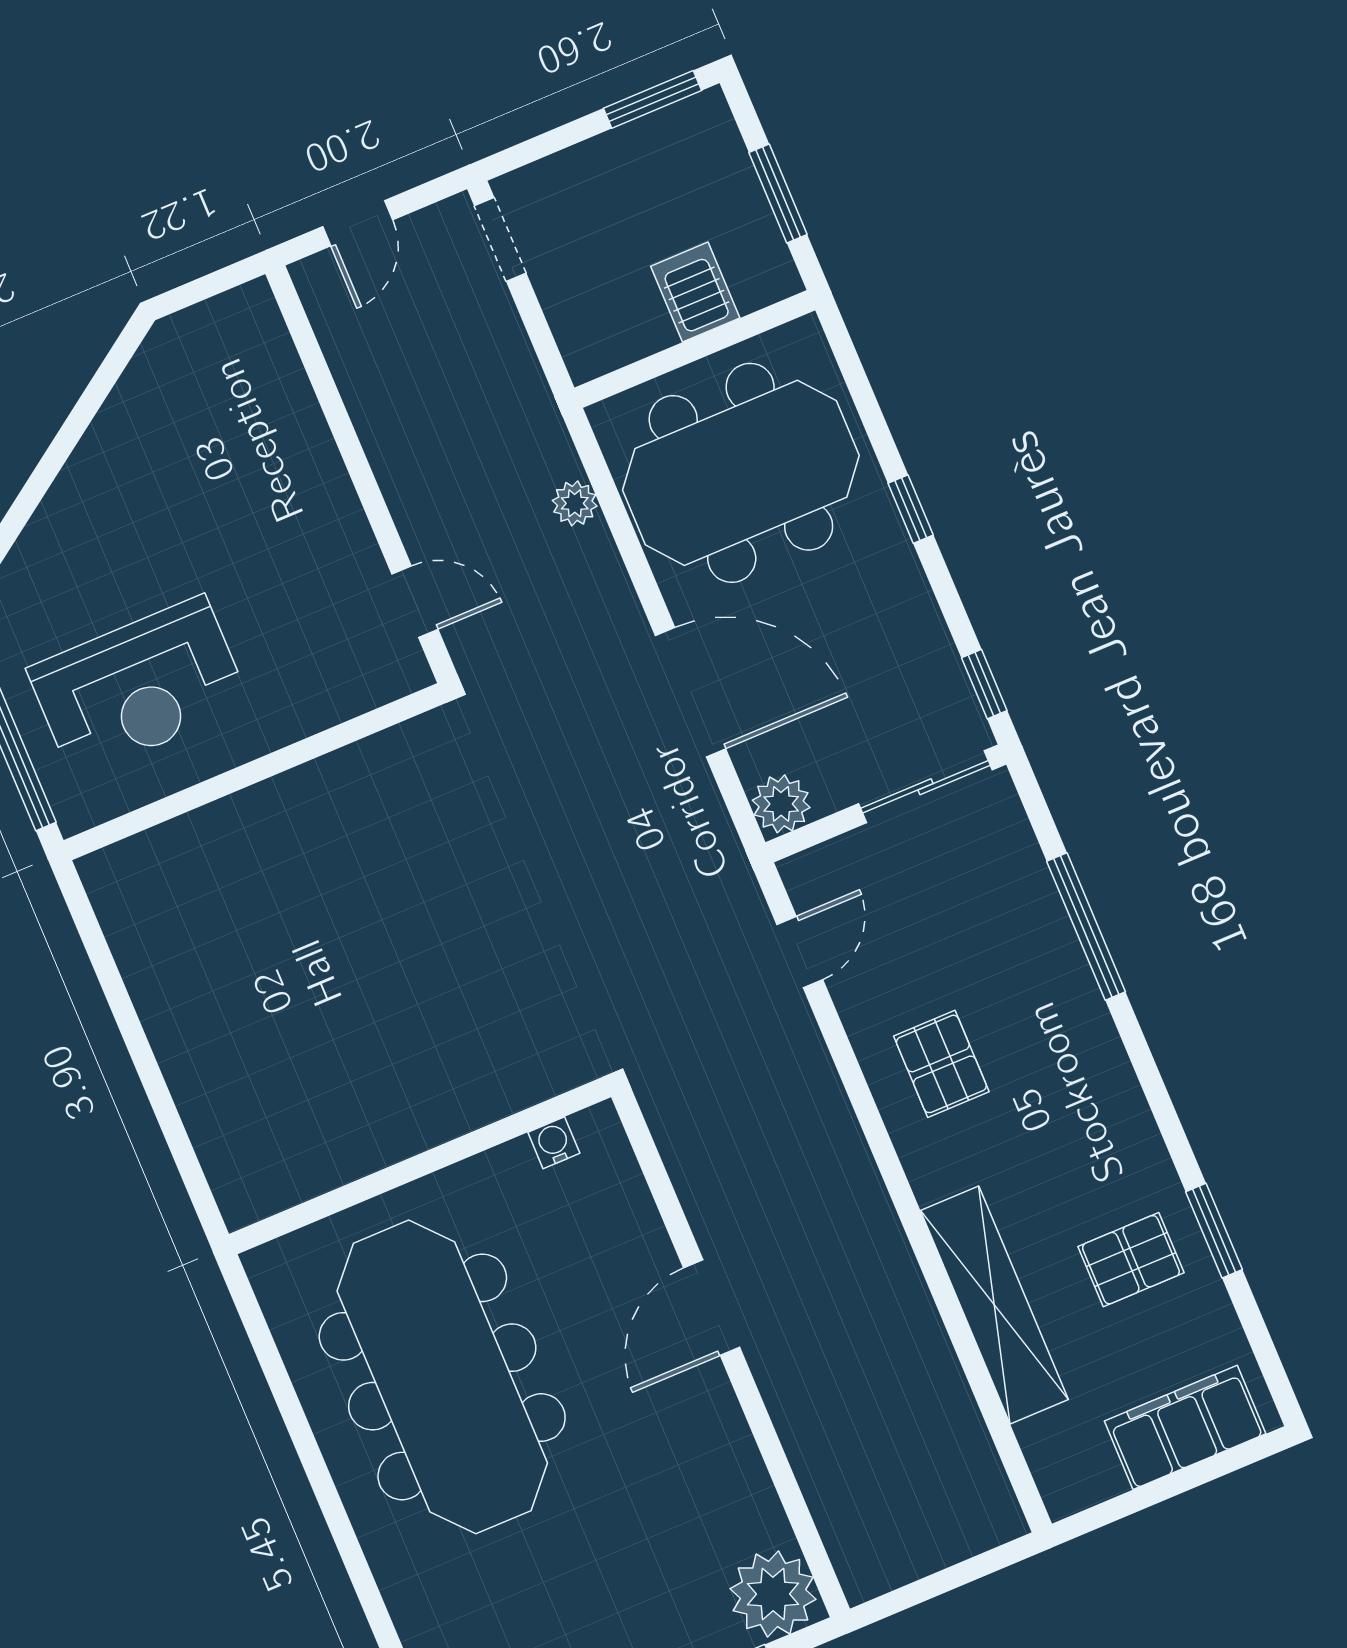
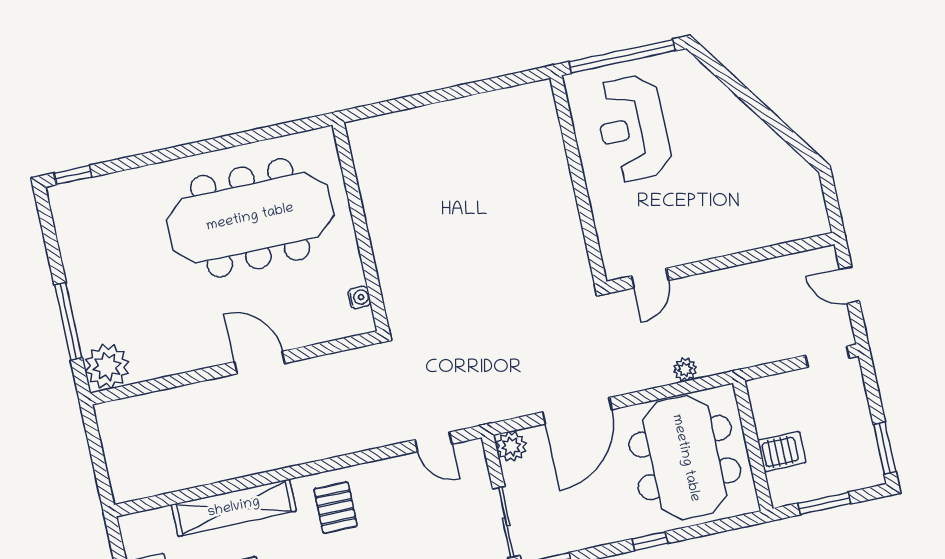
pallet: (941, 1064) -> (336, 508), moved, turned 90

